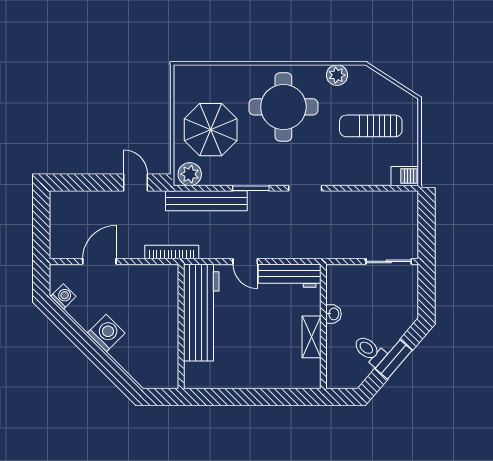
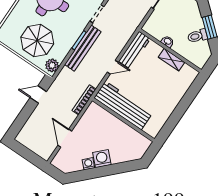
bench: (206, 201) -> (83, 48), moved
washing machine: (63, 296) -> (88, 164), moved

